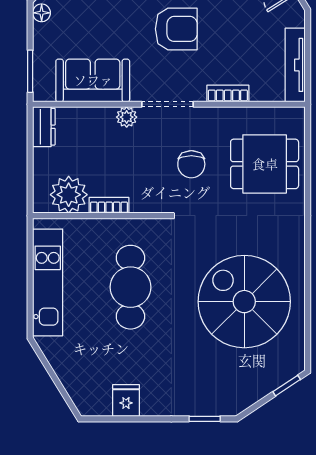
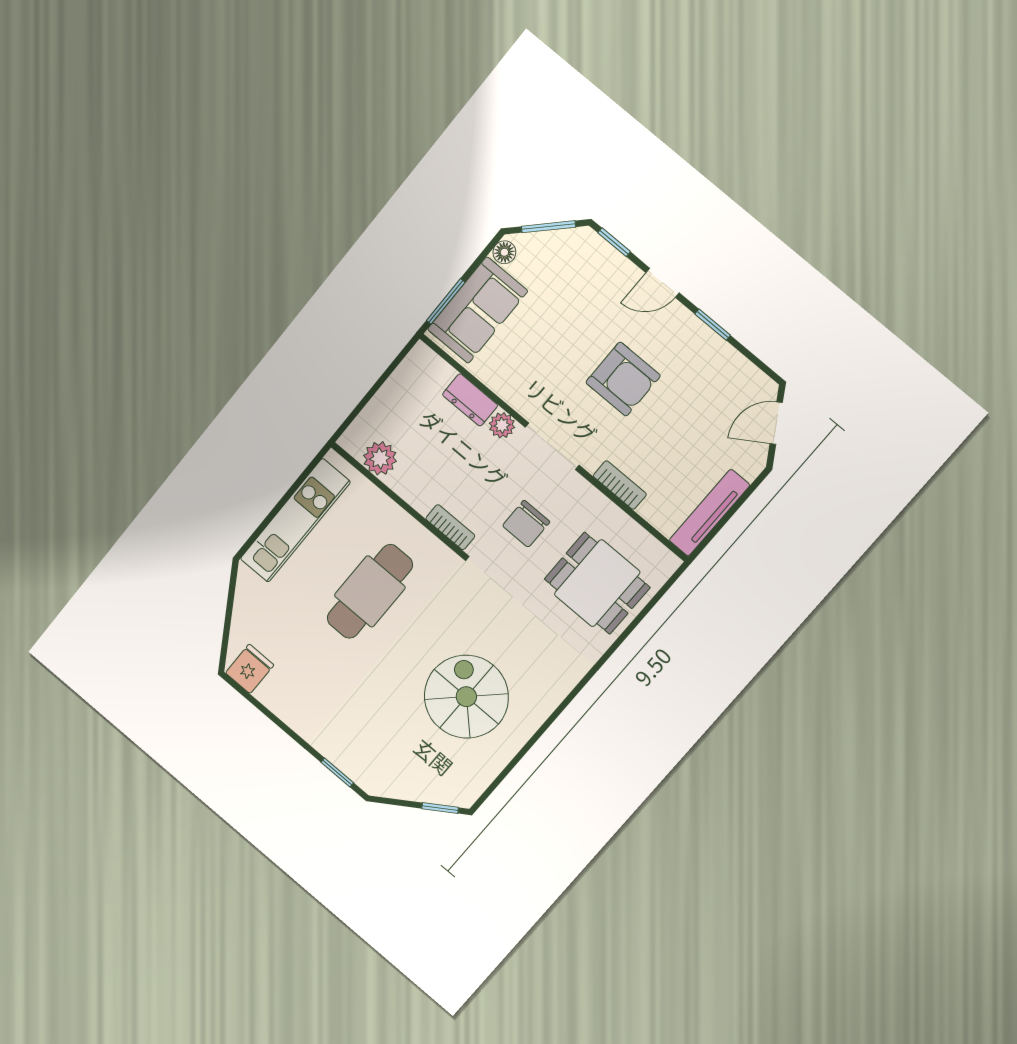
sofa: (93, 80) -> (477, 310), moved, turned 90
dresser: (44, 127) -> (470, 400), moved, turned 90
plant: (69, 195) -> (380, 458), width x0.73, depth x0.73
bookcase: (109, 205) -> (450, 527), moved
spiral stairs: (244, 302) -> (466, 697), width x0.73, depth x0.73
fridge: (126, 400) -> (250, 669), moved

